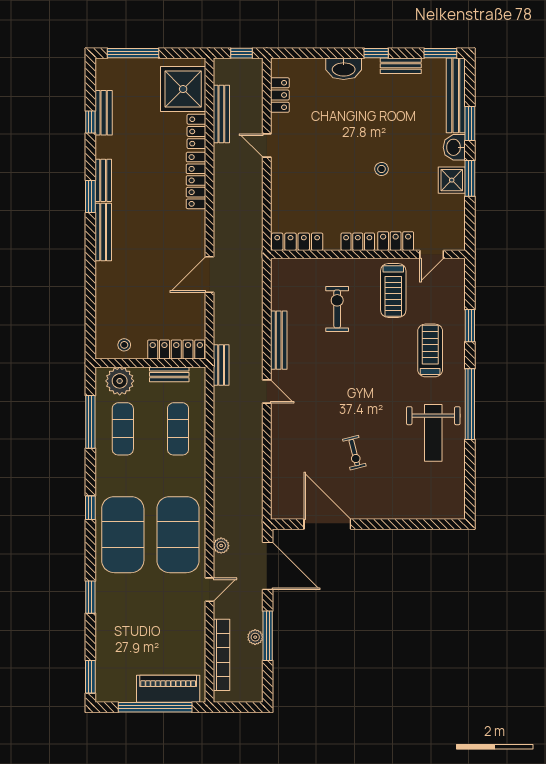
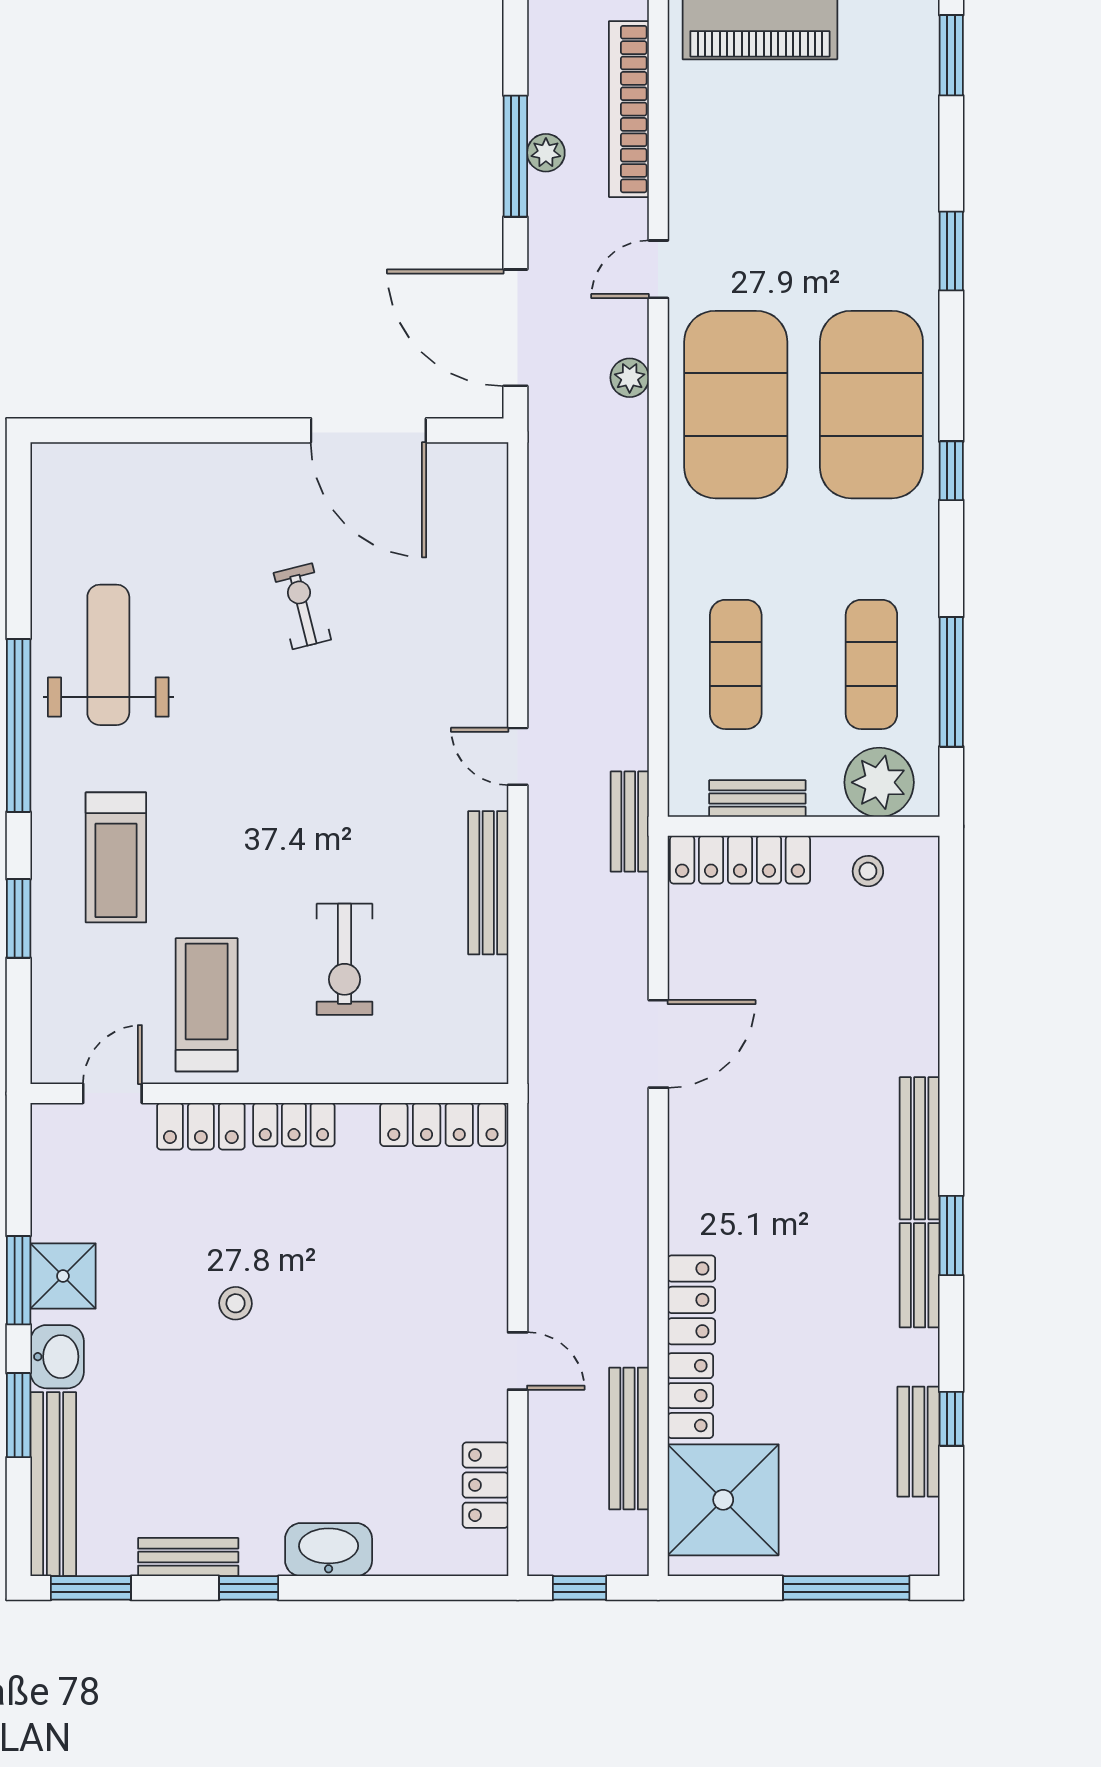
locker: (196, 180) -> (691, 1300), width x0.66

